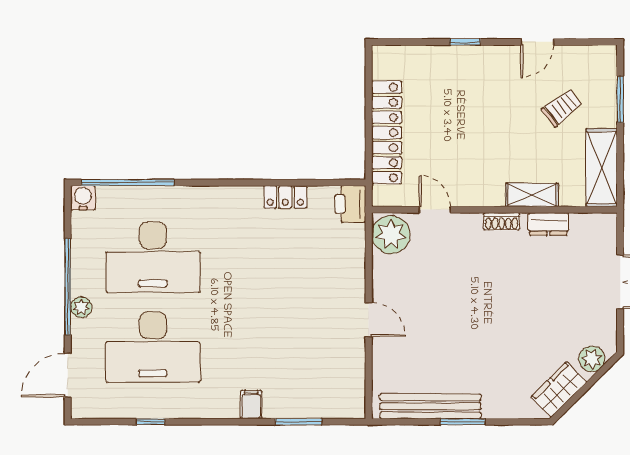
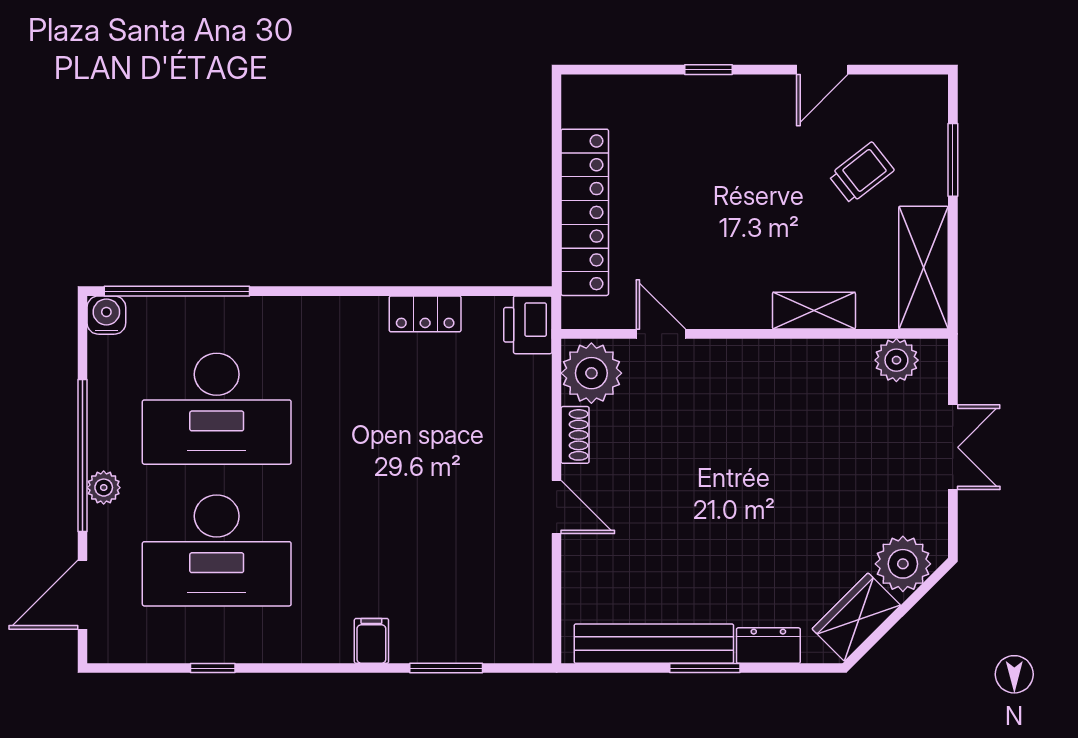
shoe rack: (502, 221) -> (575, 435), moved, turned -90
dresser: (548, 224) -> (768, 646), moved, turned 180
plant: (584, 226) -> (896, 360), added
plant: (592, 359) -> (903, 564), width x1.36, depth x1.36

